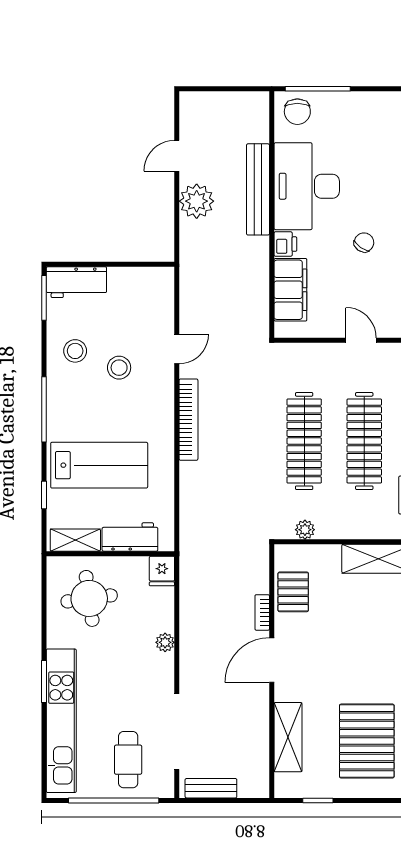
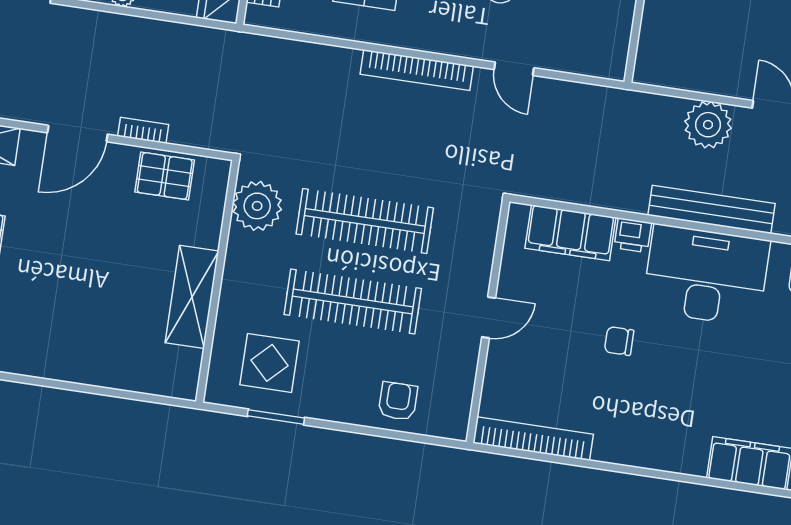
chair: (364, 242) -> (619, 341), turned 145
plant: (305, 530) -> (257, 206), width x1.87, depth x1.87
door: (272, 660) -> (77, 134), swing flipped

